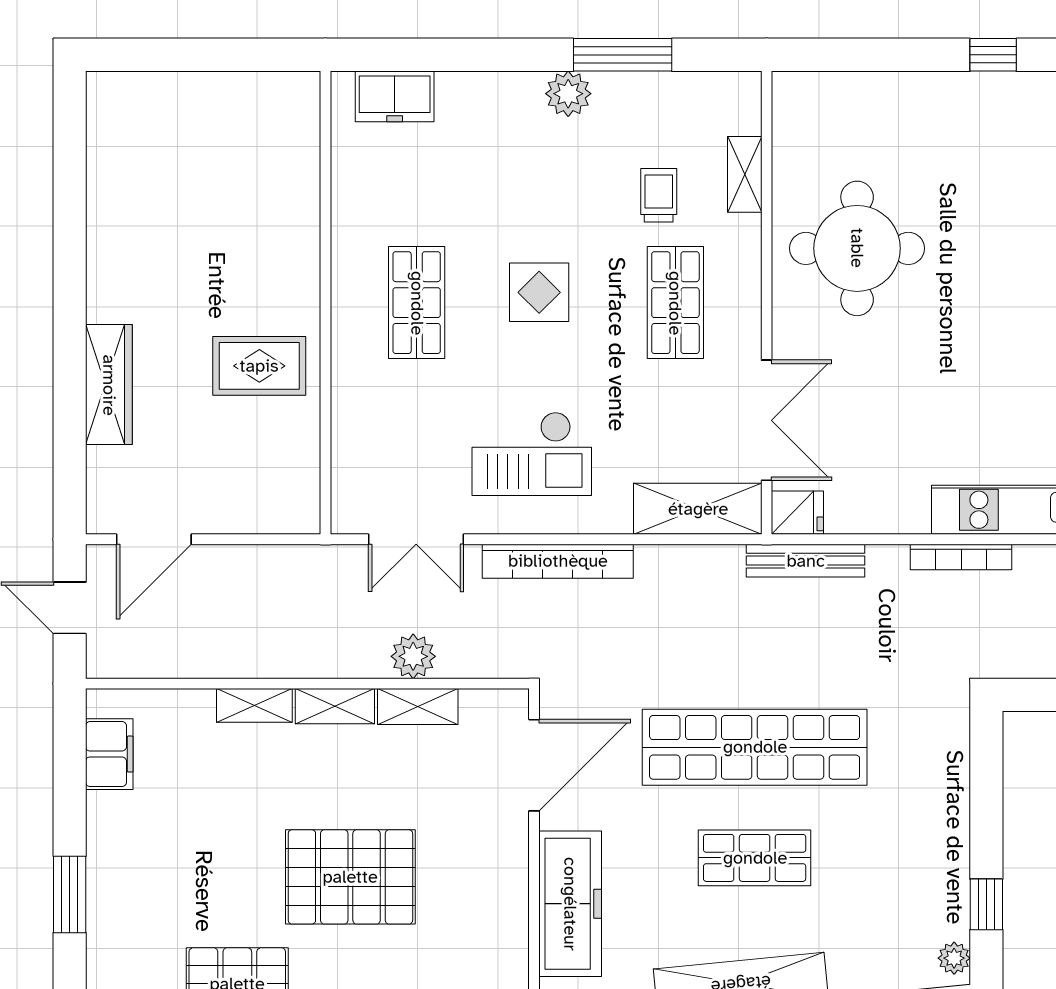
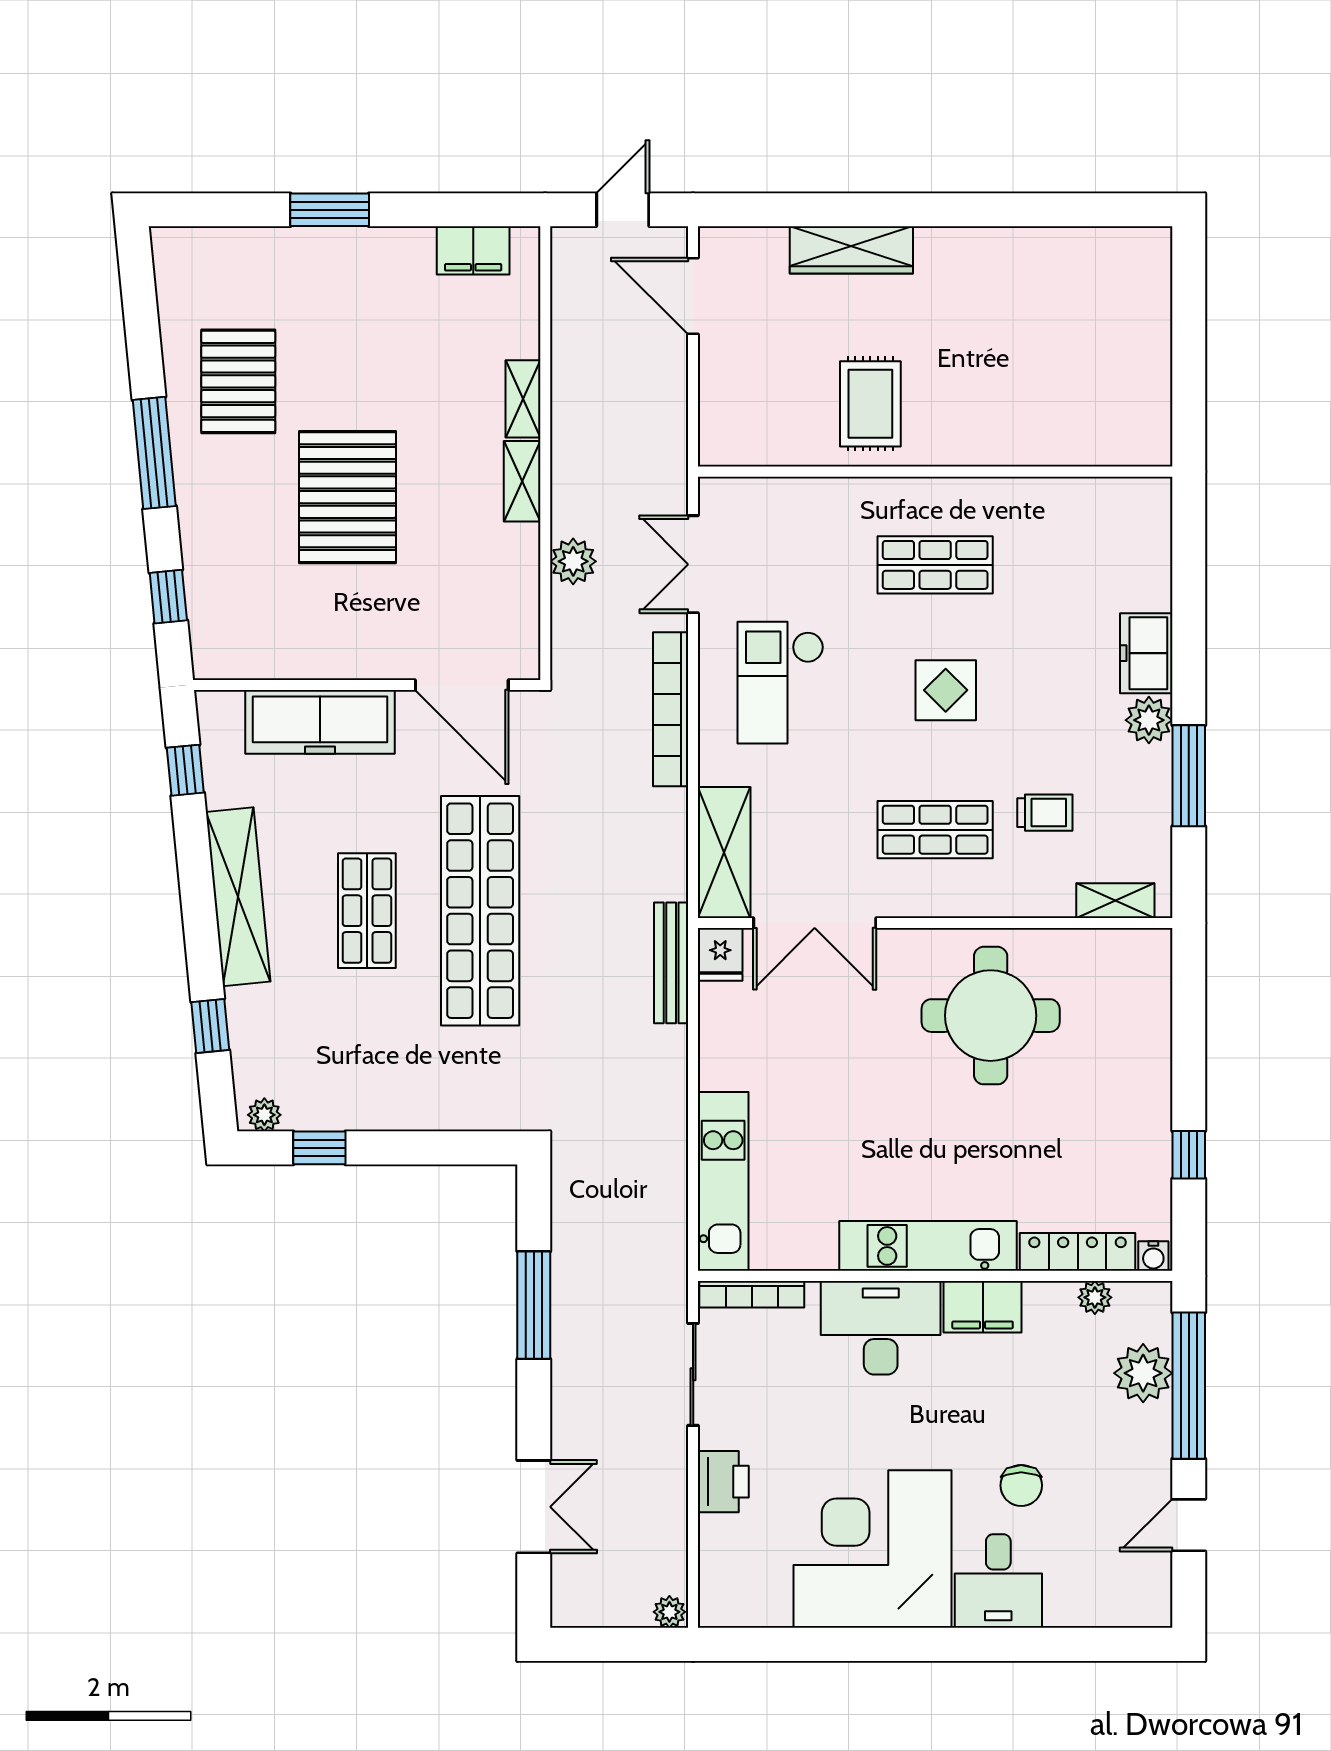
freezer: (395, 96) -> (1146, 653), moved
shelving: (745, 174) -> (1115, 901), moved
bookcase: (961, 557) -> (675, 1122), removed
shelving: (418, 706) -> (522, 566), removed

